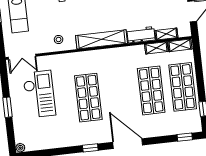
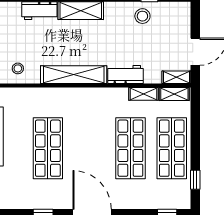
shelving: (166, 34) -> (176, 77), moved

